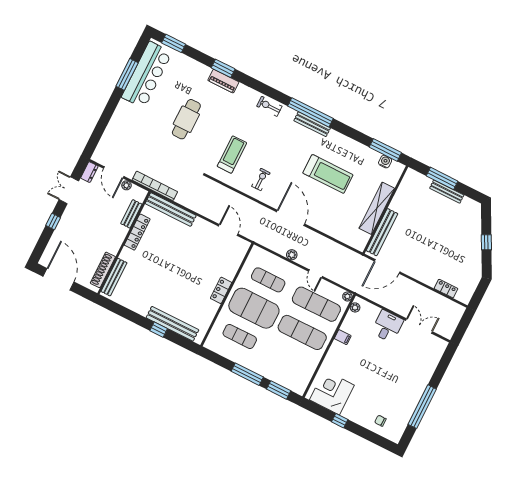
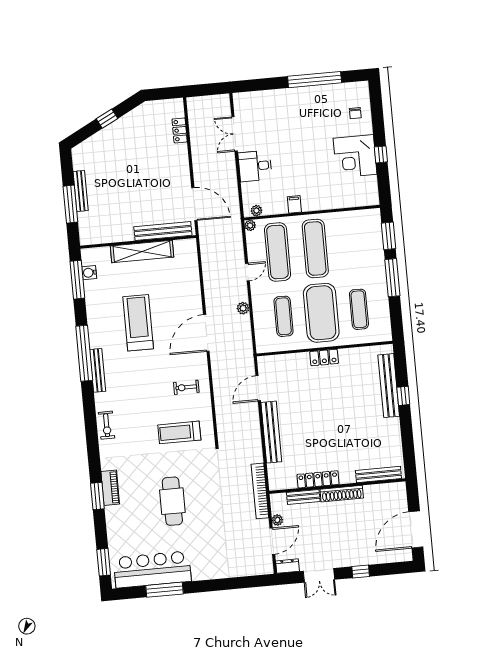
window: (310, 112) -> (84, 353), moved
cafe table: (186, 119) -> (172, 501), turned 90
bench: (171, 210) -> (271, 432), moved
shoe rack: (103, 270) -> (342, 494), moved
corner desk: (332, 392) -> (355, 156), moved

